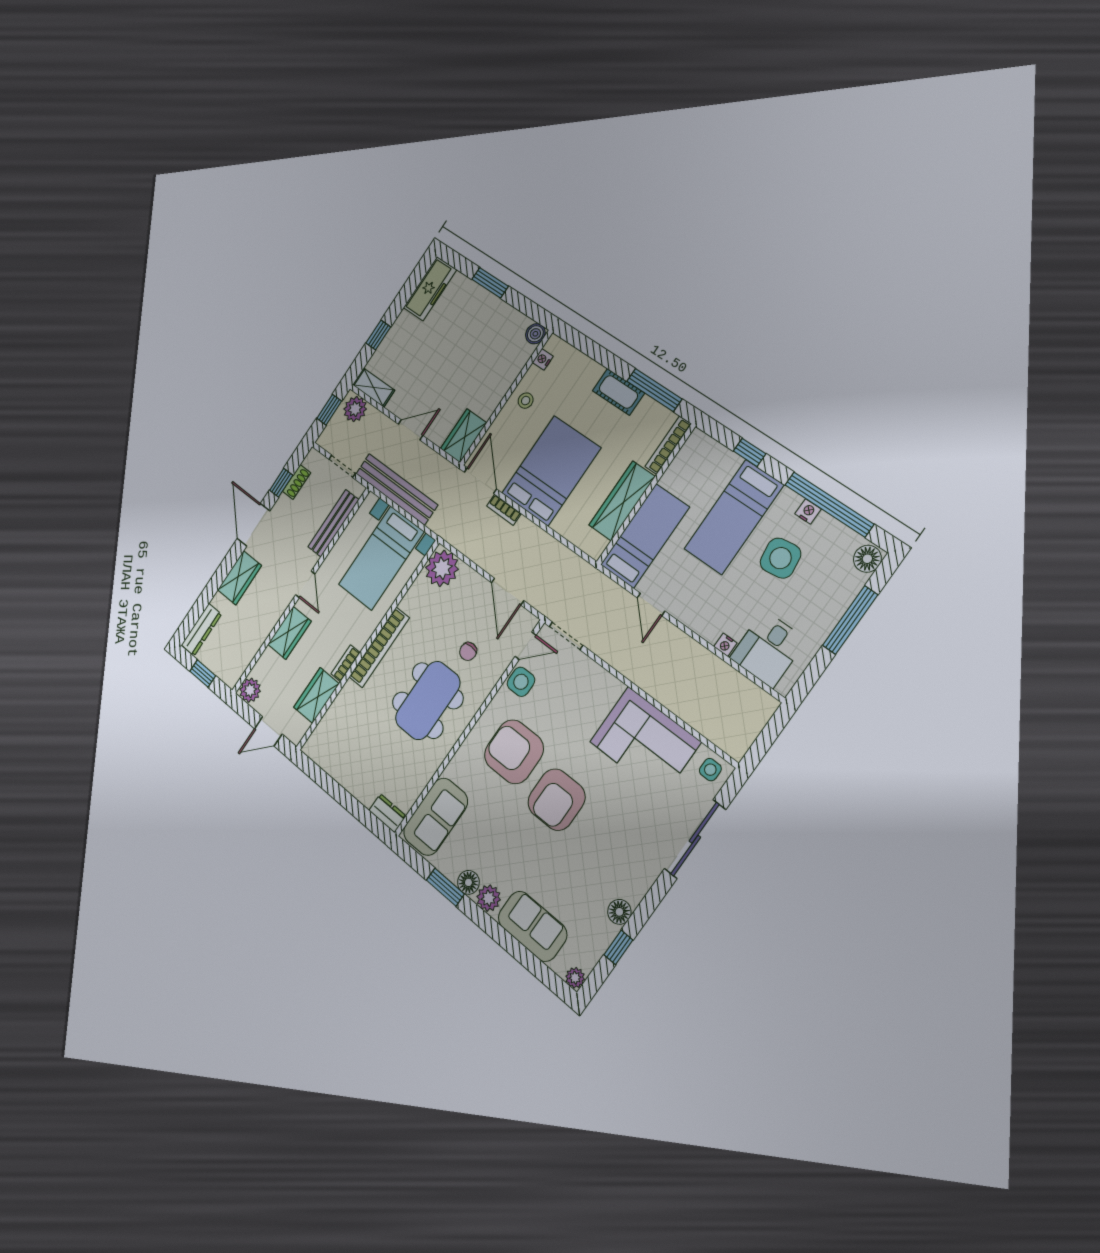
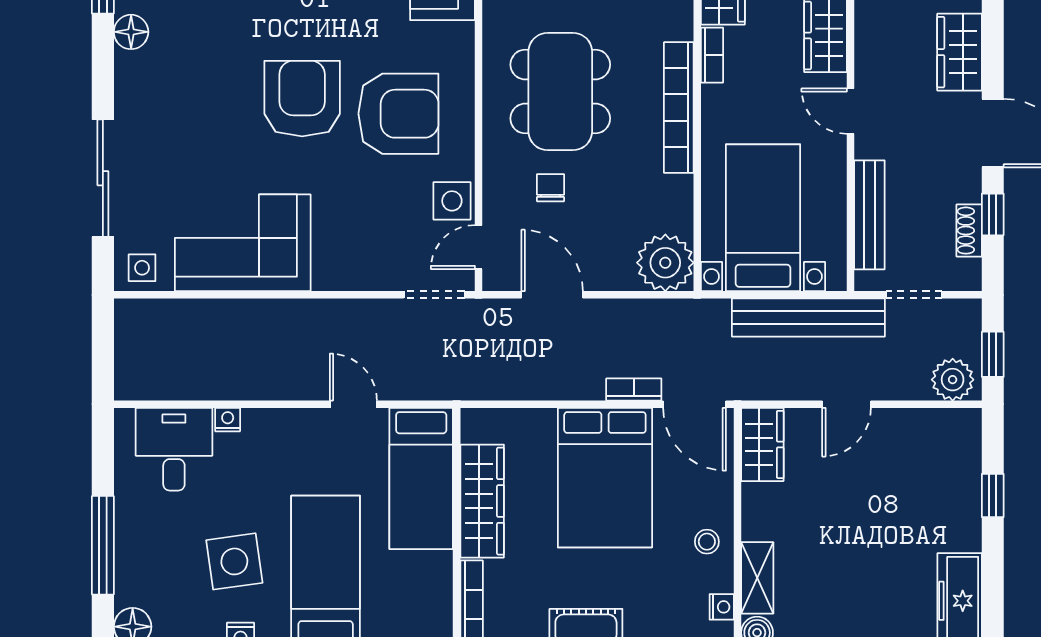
shelving: (374, 387) -> (757, 578), moved, turned 90

